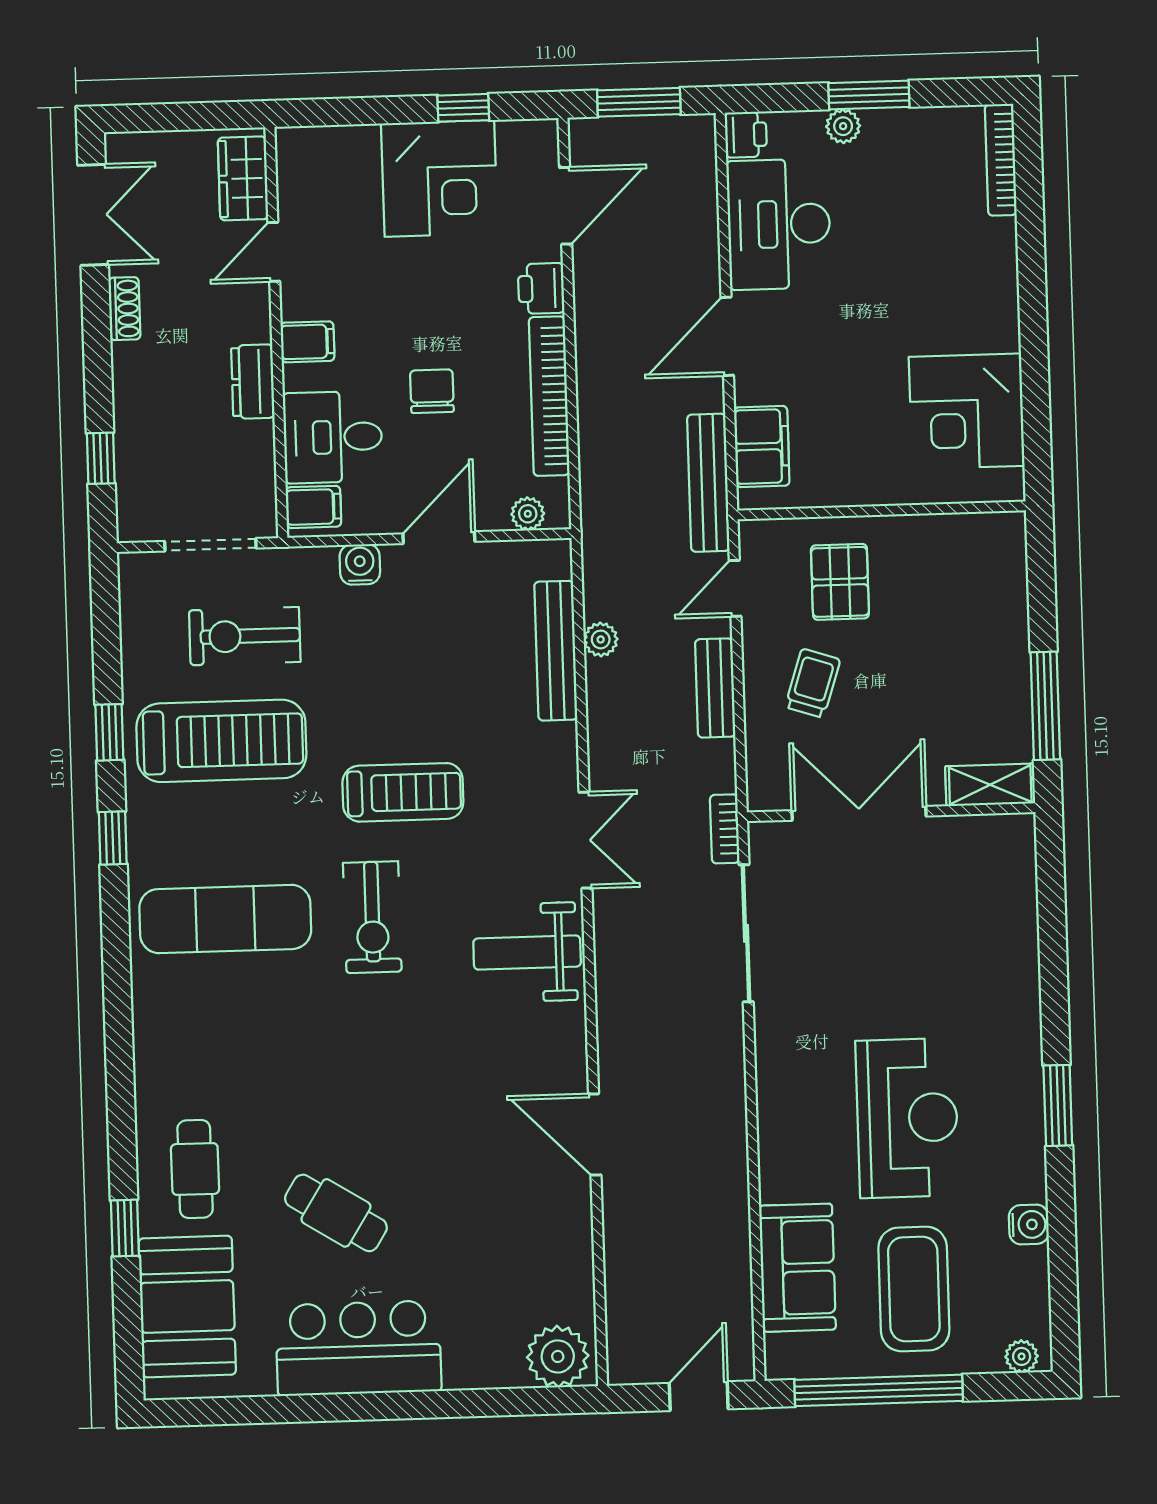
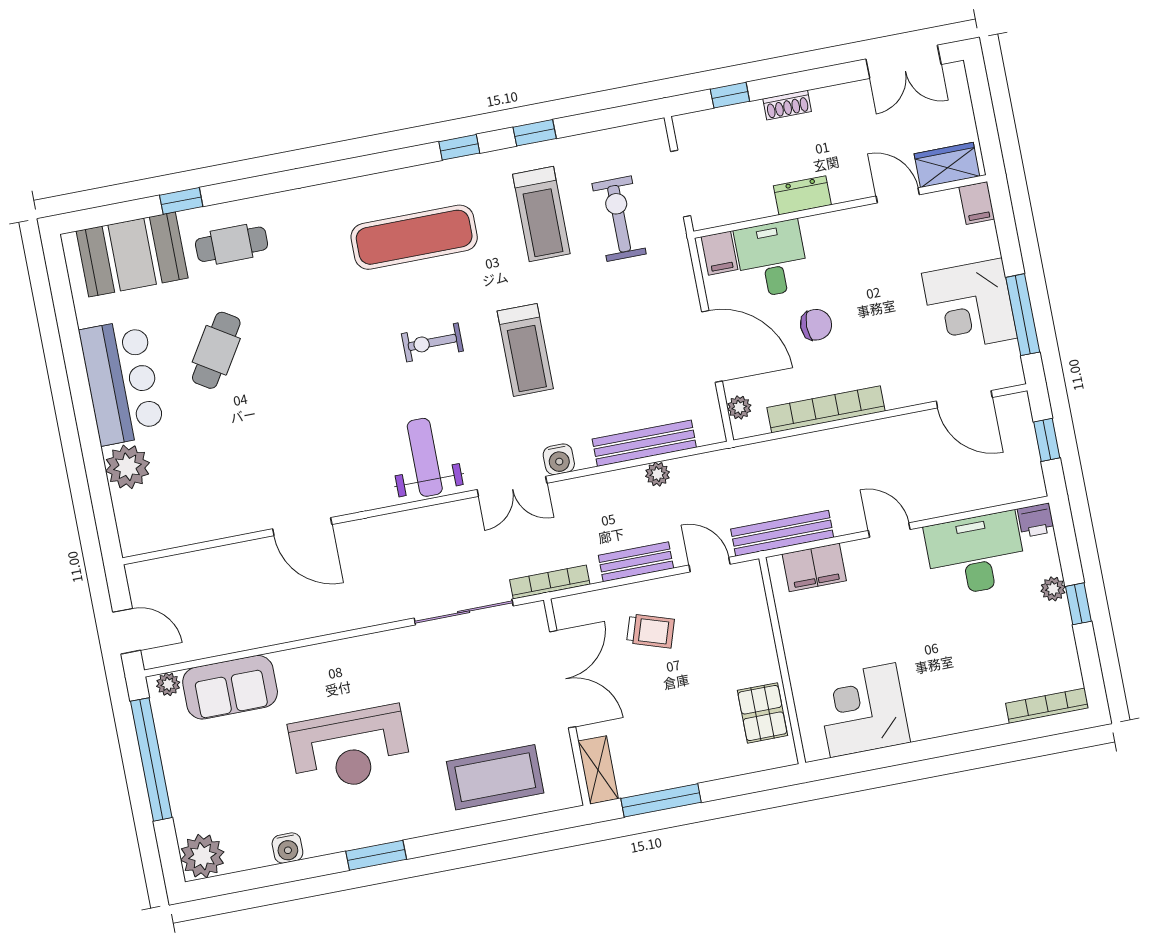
window: (869, 95) -> (1078, 604), width x0.67
window: (639, 102) -> (1047, 440), width x0.67
window: (463, 108) -> (1023, 315), width x2.17
printer: (541, 288) -> (902, 391), removed
shoe rack: (124, 309) -> (787, 105), moved
door: (727, 336) -> (889, 530), width x0.73
filing cabinet: (307, 342) -> (977, 203), moved
door: (439, 538) -> (712, 346), width x1.36
water cooler: (360, 564) -> (559, 459), moved, turned 90
pallet: (840, 582) -> (762, 713), moved, turned 90
treadmill: (221, 741) -> (541, 214), width x0.73, depth x0.73
bookcase: (725, 829) -> (550, 582), width x1.56
exercise bike: (372, 917) -> (432, 342), width x0.73, depth x0.72
exercise mat: (225, 919) -> (414, 237), turned 90
door: (595, 1134) -> (302, 527), swing flipped
coffee table: (914, 1289) -> (495, 777), moved
plant: (780, 1351) -> (168, 684), added
plant: (558, 1356) -> (128, 467), moved
plant: (1022, 1356) -> (202, 856), width x1.88, depth x1.88

